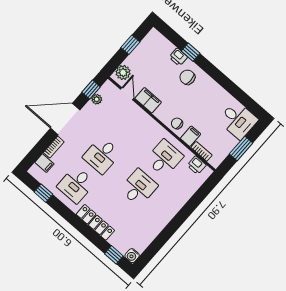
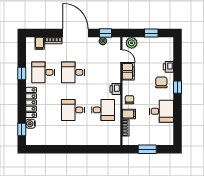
window: (191, 52) -> (177, 87), moved
door: (127, 94) -> (121, 56), hinge flipped
desk: (238, 120) -> (161, 111), moved, turned -90
printer: (197, 165) -> (115, 89), moved
desk: (139, 188) -> (73, 110), turned 180
window: (43, 193) -> (22, 74), moved
water cooler: (132, 256) -> (30, 124), moved

